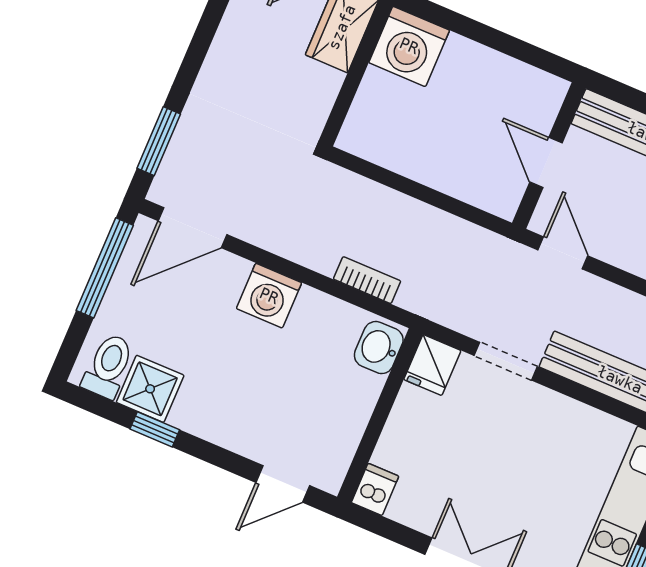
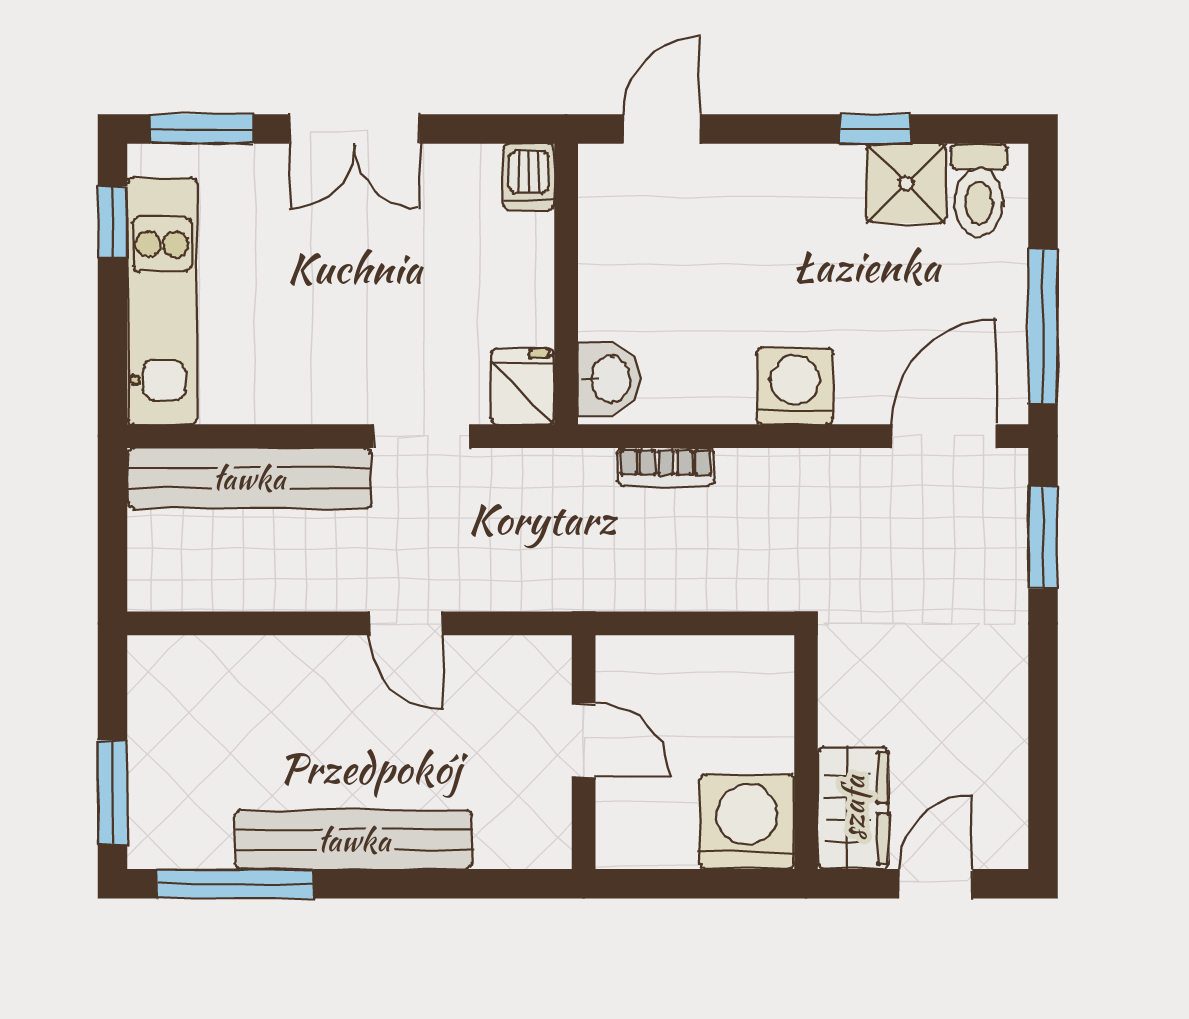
wall: (549, 156) -> (584, 752), moved
door: (546, 163) -> (584, 740), moved

